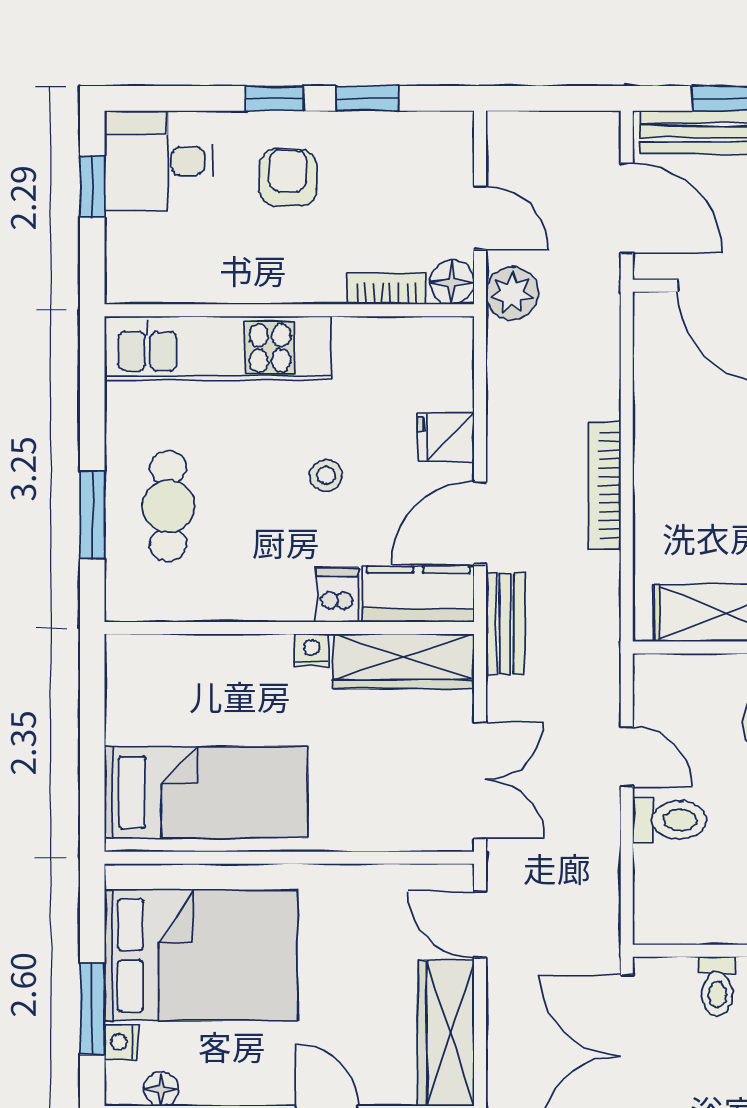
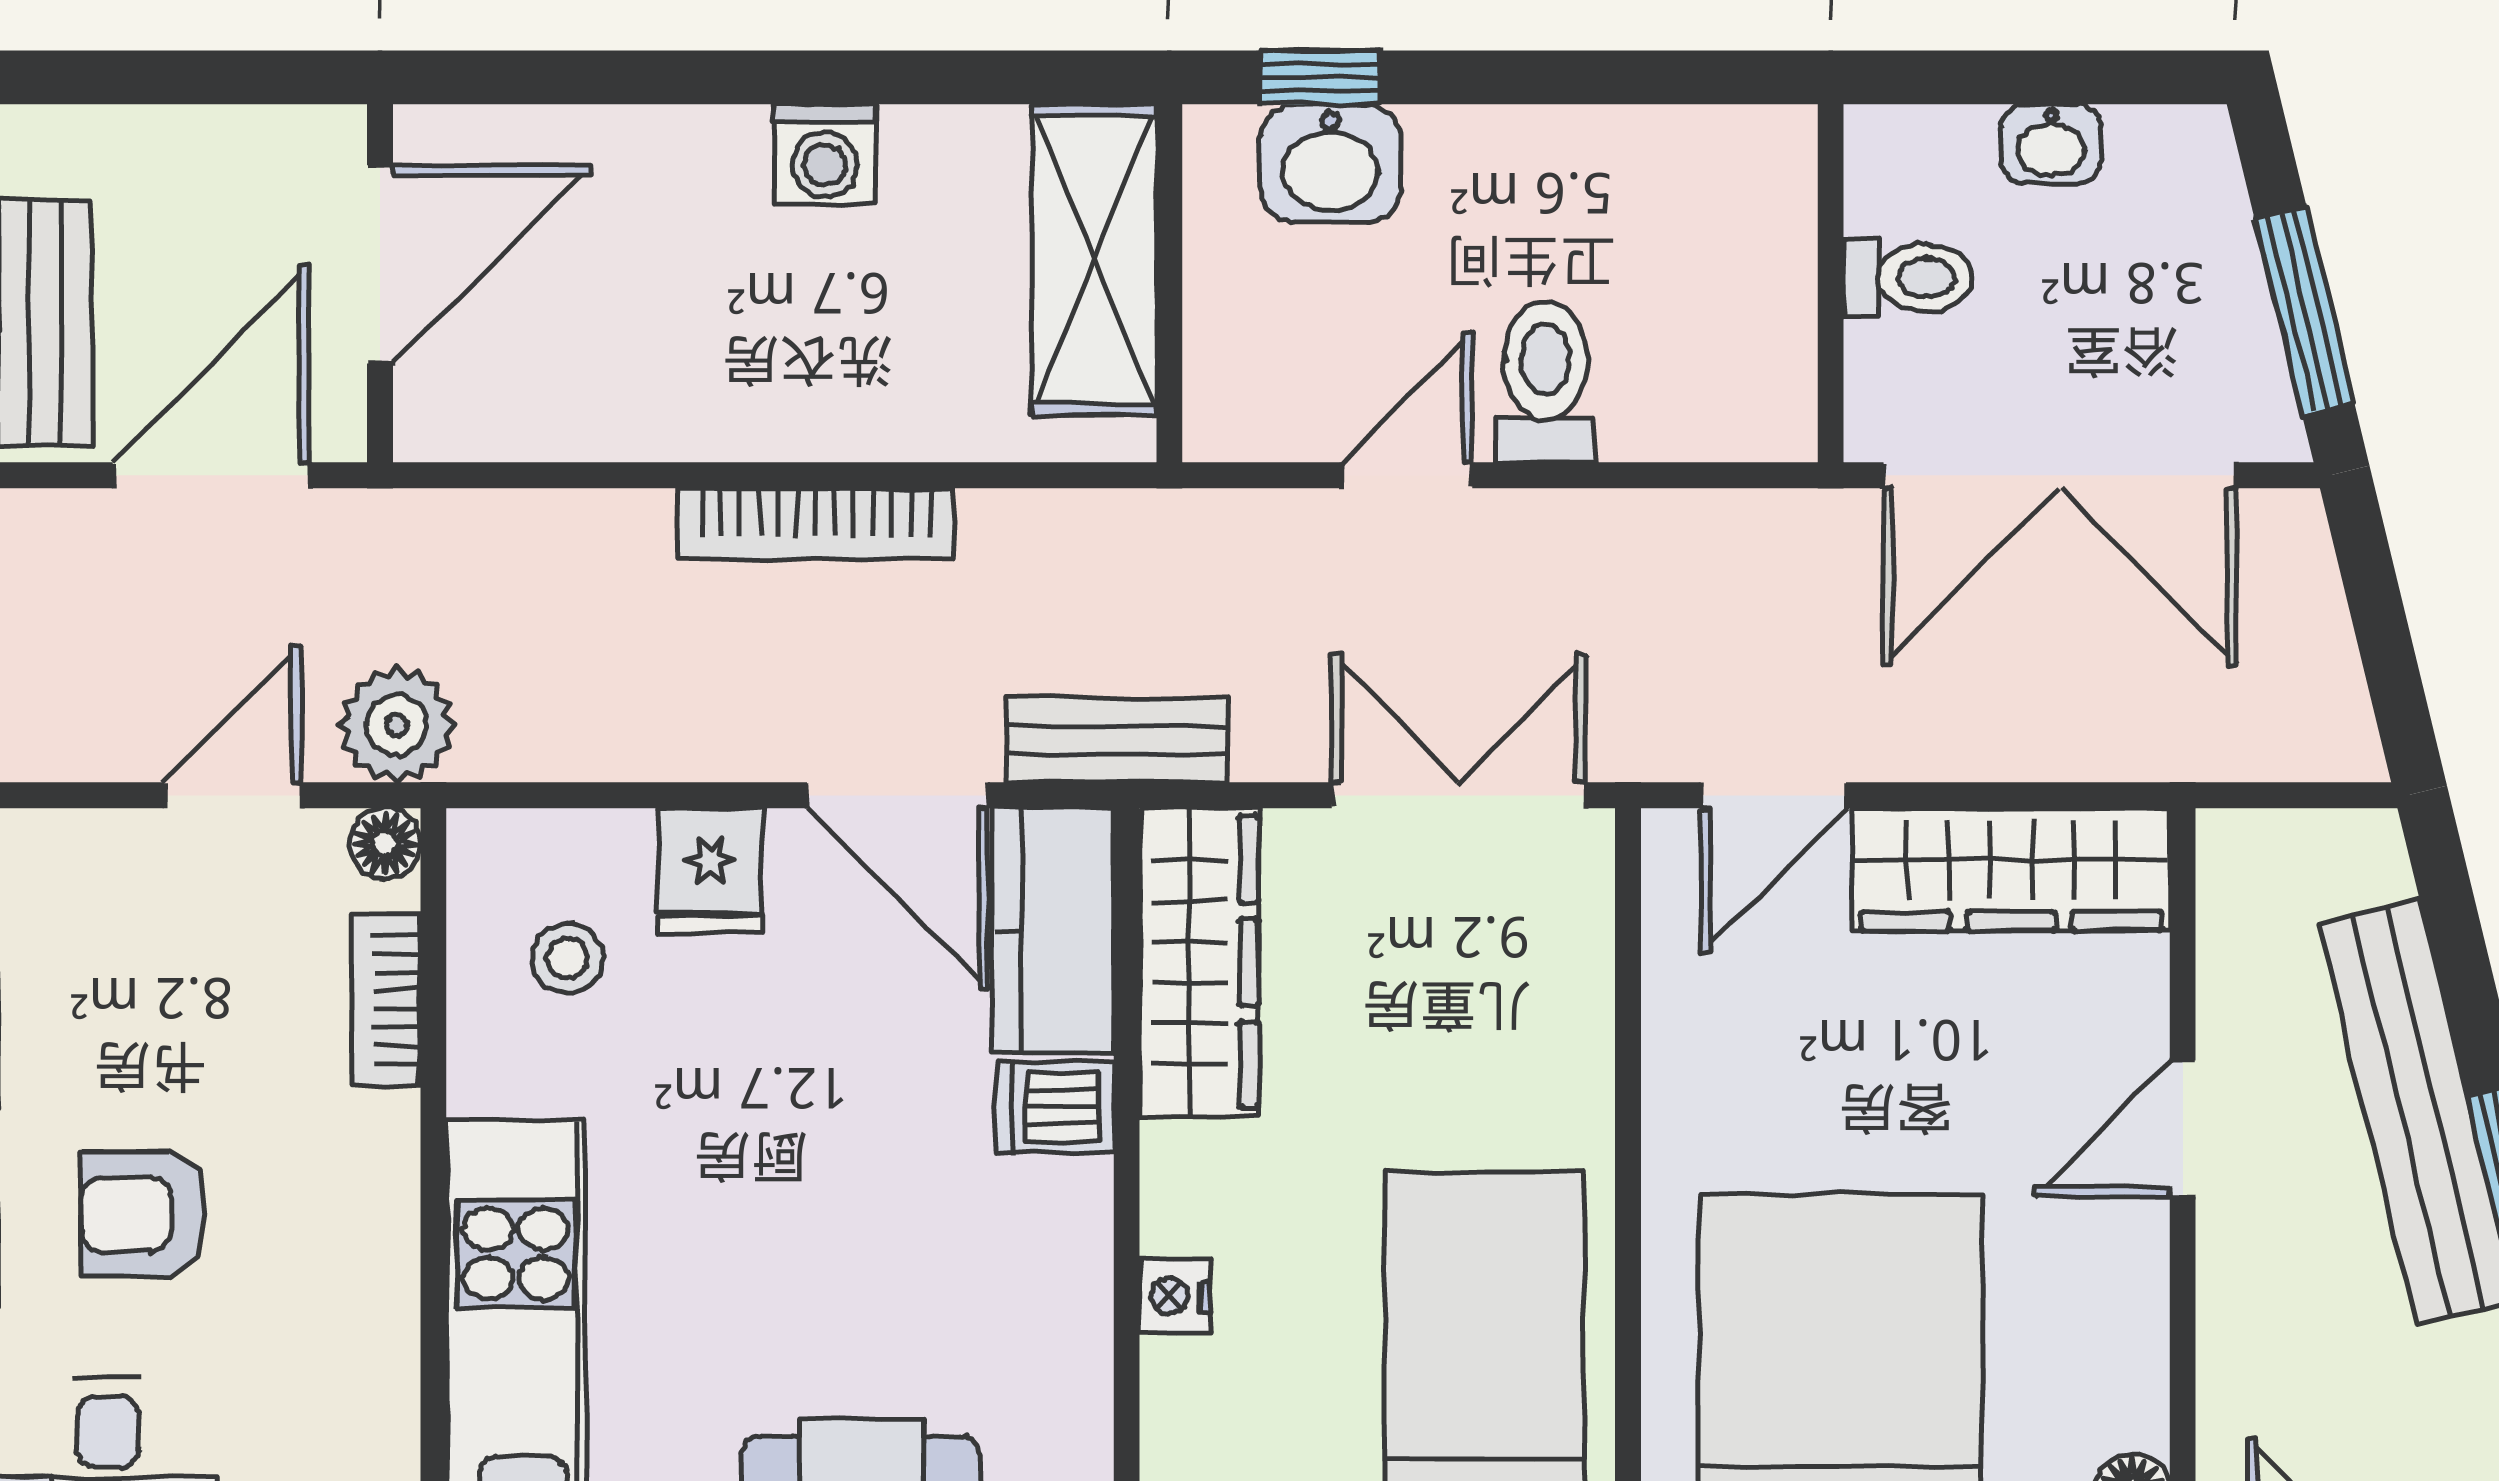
floor lamp: (452, 282) -> (385, 843), width x0.73, depth x0.73
stool: (326, 475) -> (567, 958), moved
nightstand: (312, 650) -> (1175, 1296), moved

